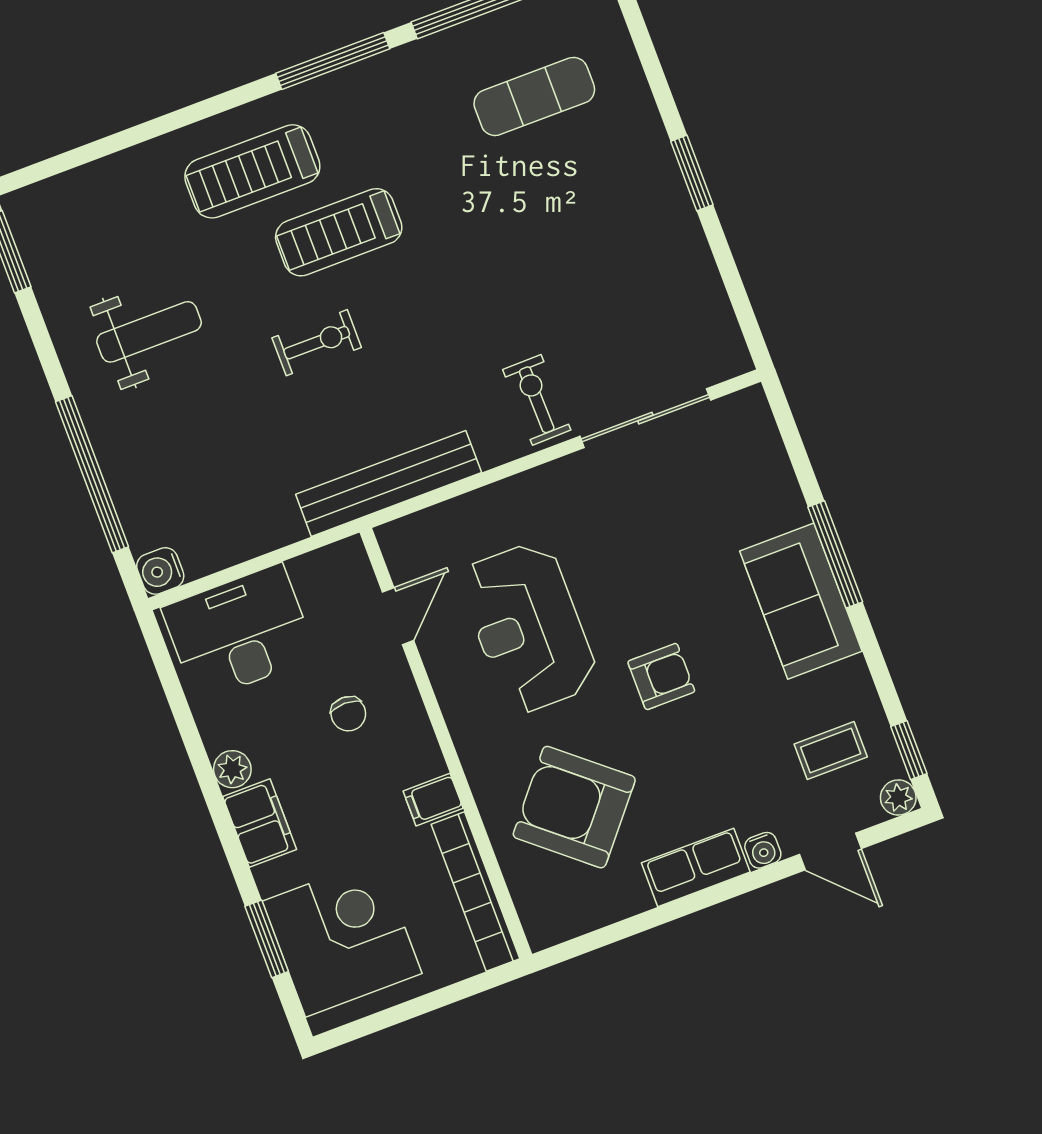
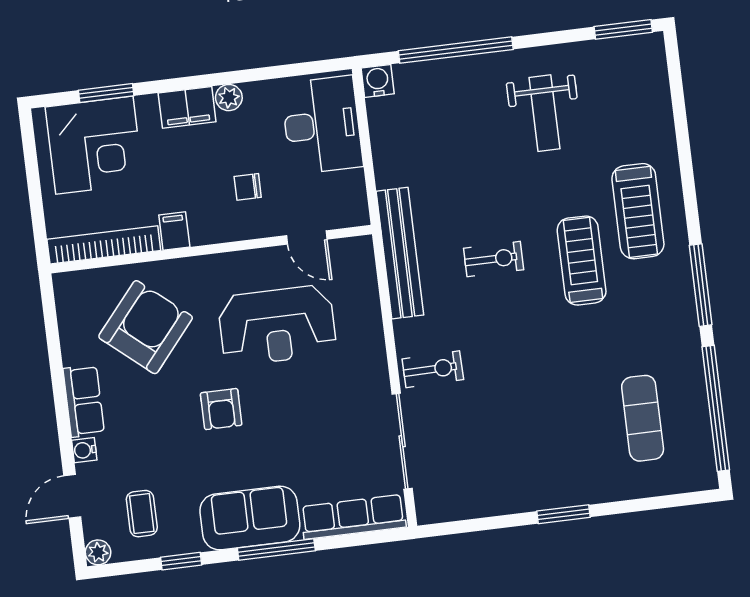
treadmill: (252, 171) -> (638, 211), turned 180
exercise bike: (317, 343) -> (494, 259), moved, turned -90
row of seats: (765, 460) -> (353, 517), added
reception desk: (528, 628) -> (277, 325), turned 180
window: (909, 750) -> (181, 561), moved

